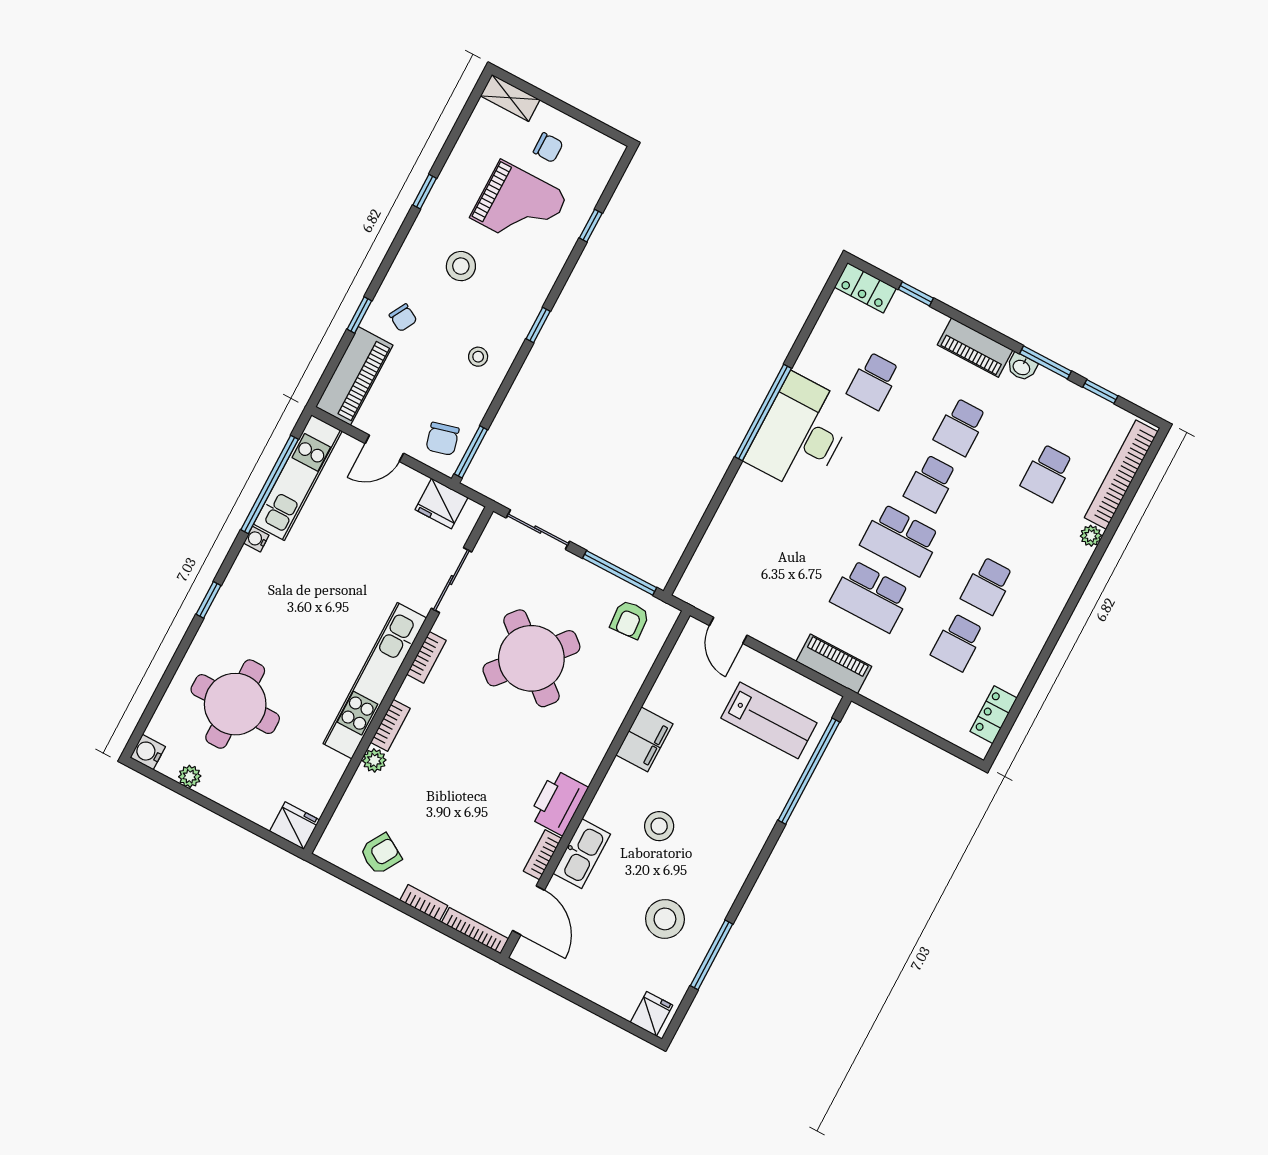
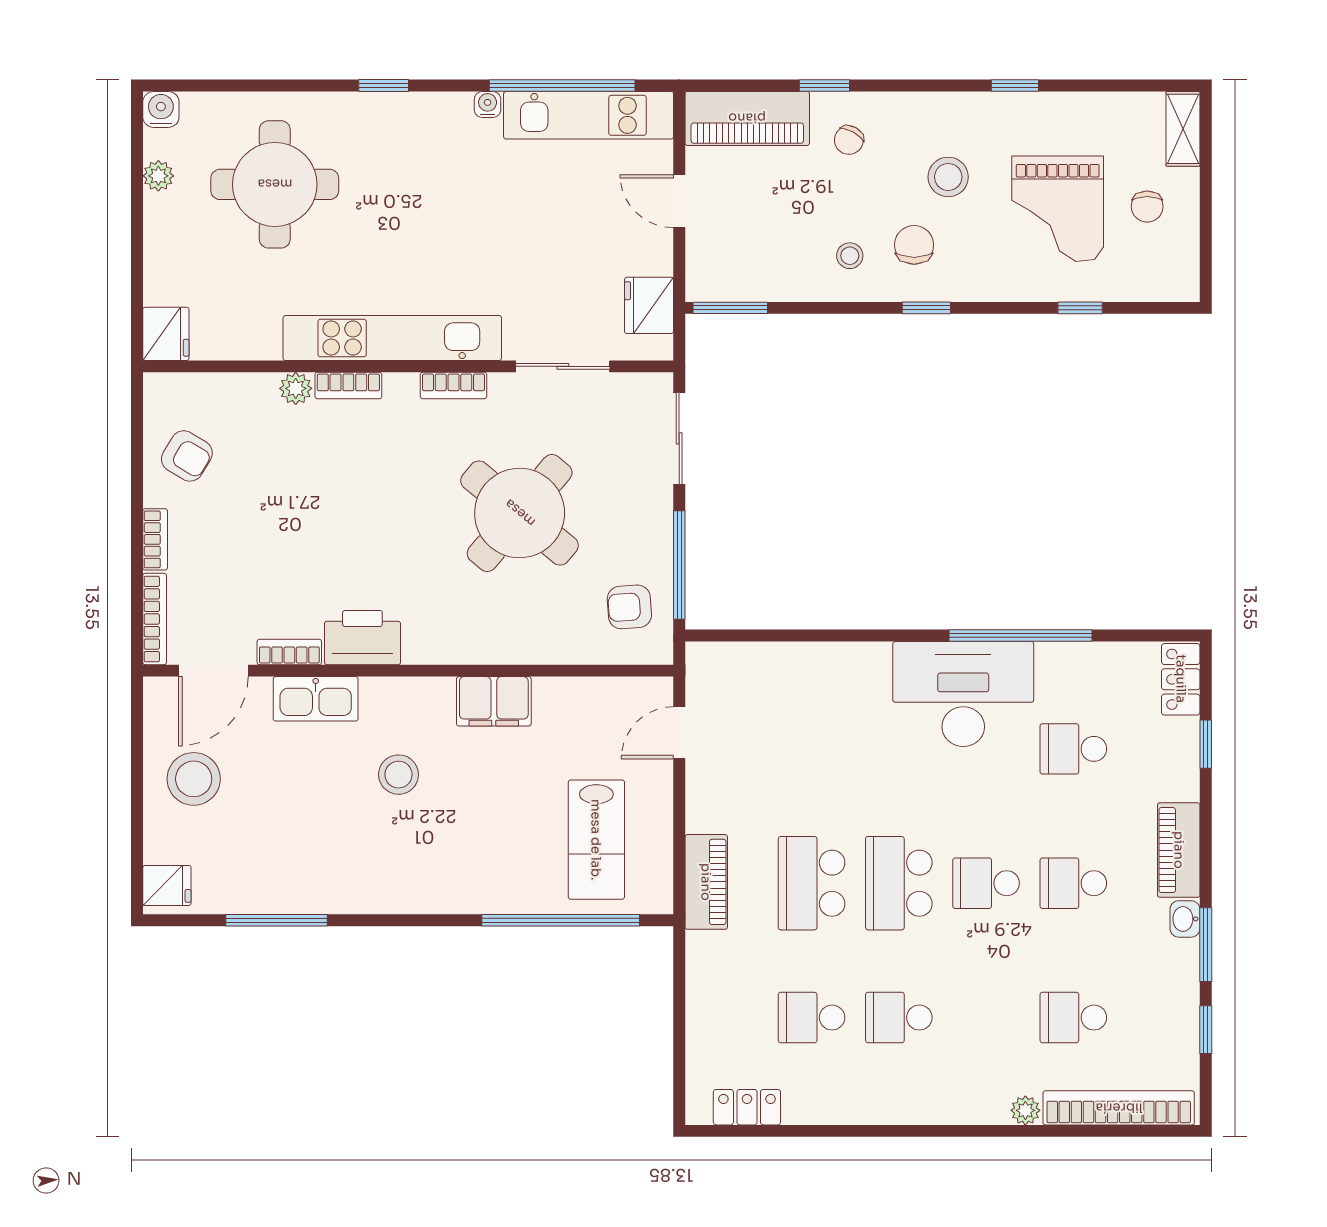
window: (763, 412) -> (1021, 636), moved
chair: (442, 439) -> (914, 245), moved, turned 105
stool: (665, 919) -> (194, 779), moved

